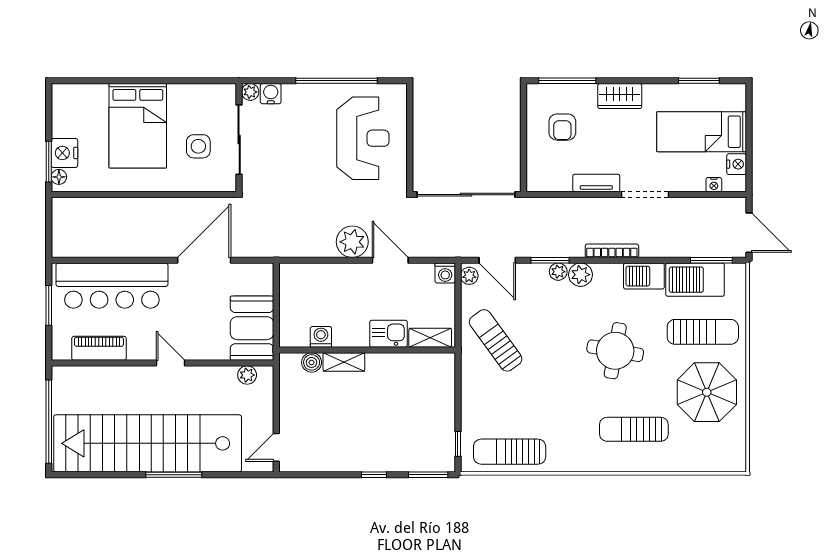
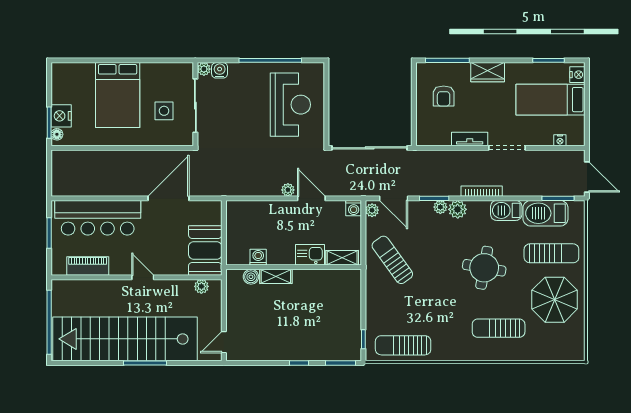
nightstand: (737, 164) -> (577, 75), moved
plant: (352, 242) -> (288, 190), width x0.53, depth x0.53

